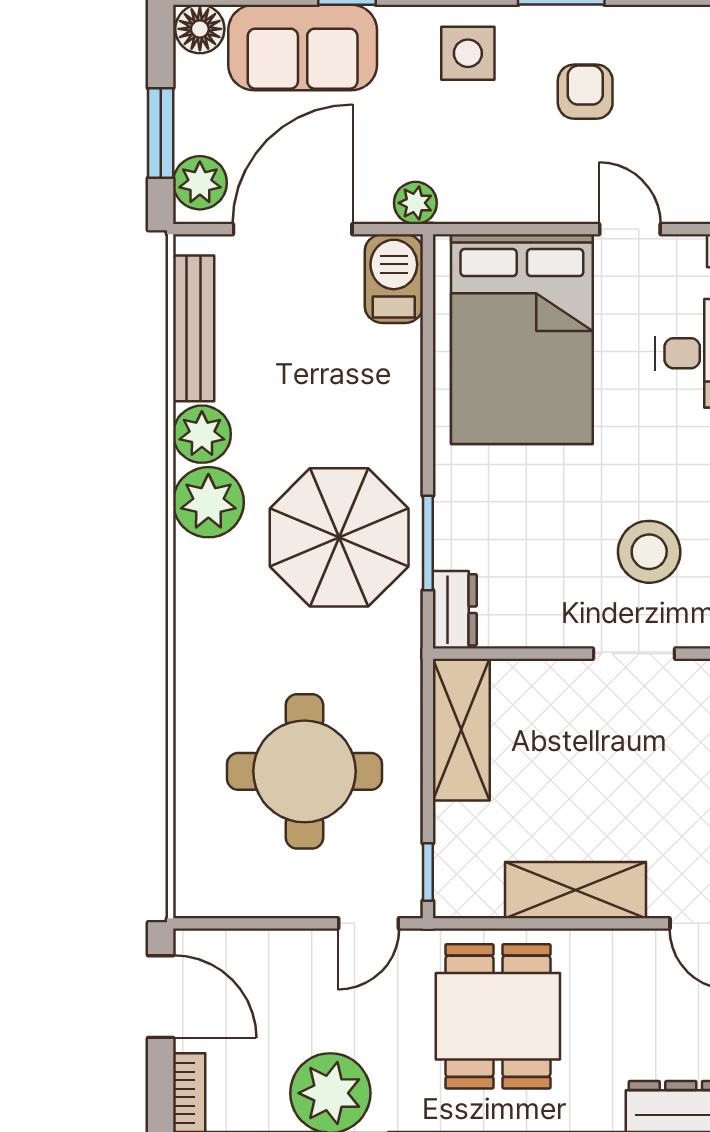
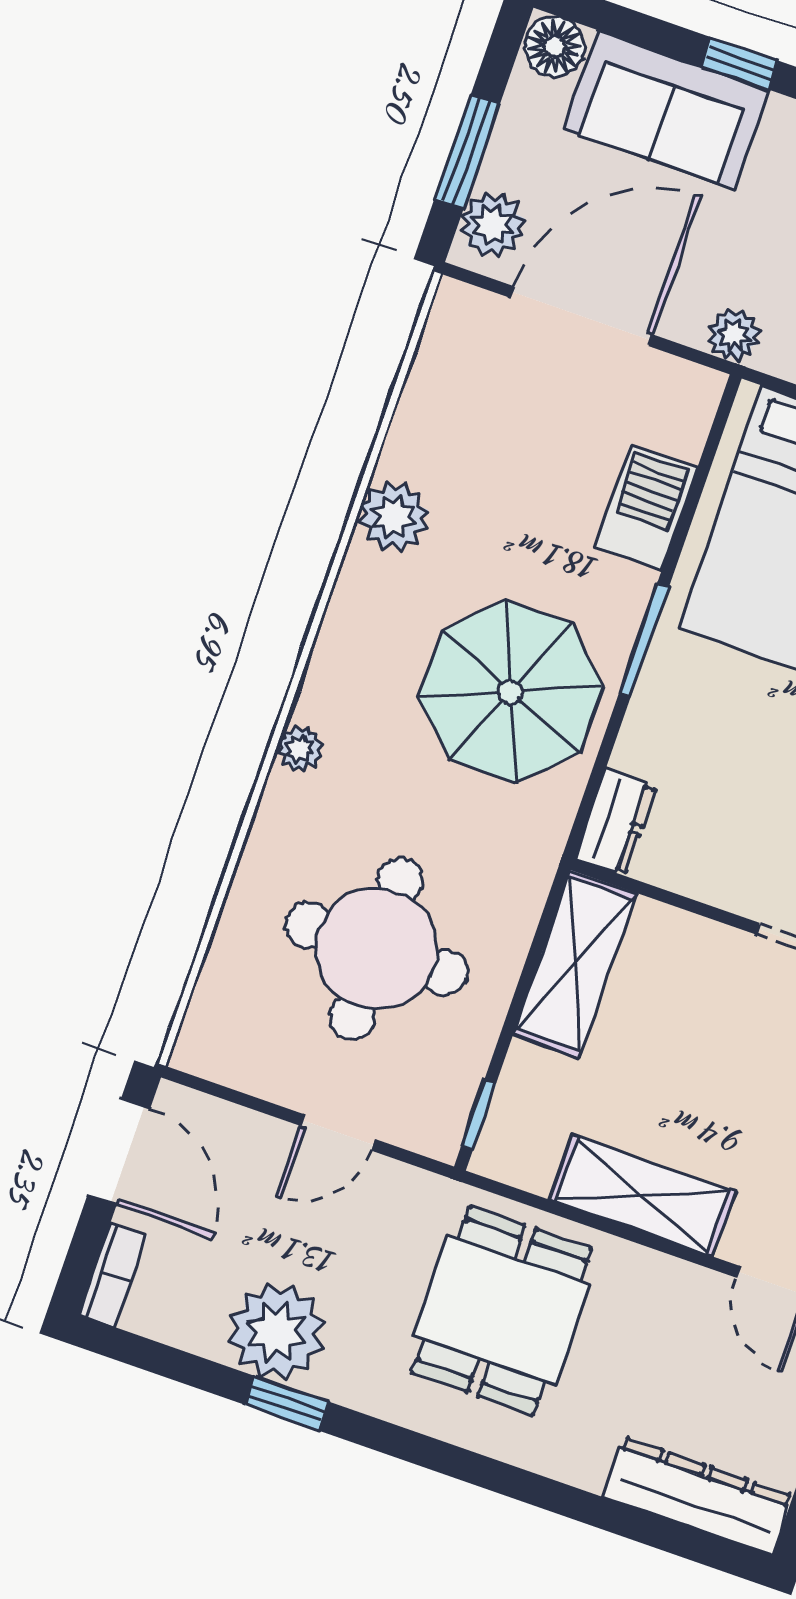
barbecue: (394, 279) -> (646, 507), moved
bench: (194, 328) -> (427, 391), removed
plant: (208, 502) -> (300, 749), moved, width x0.53, depth x0.53
window: (428, 543) -> (644, 639), moved
door: (369, 923) -> (338, 1133), moved

